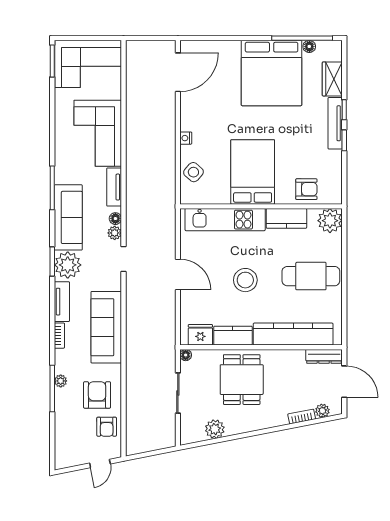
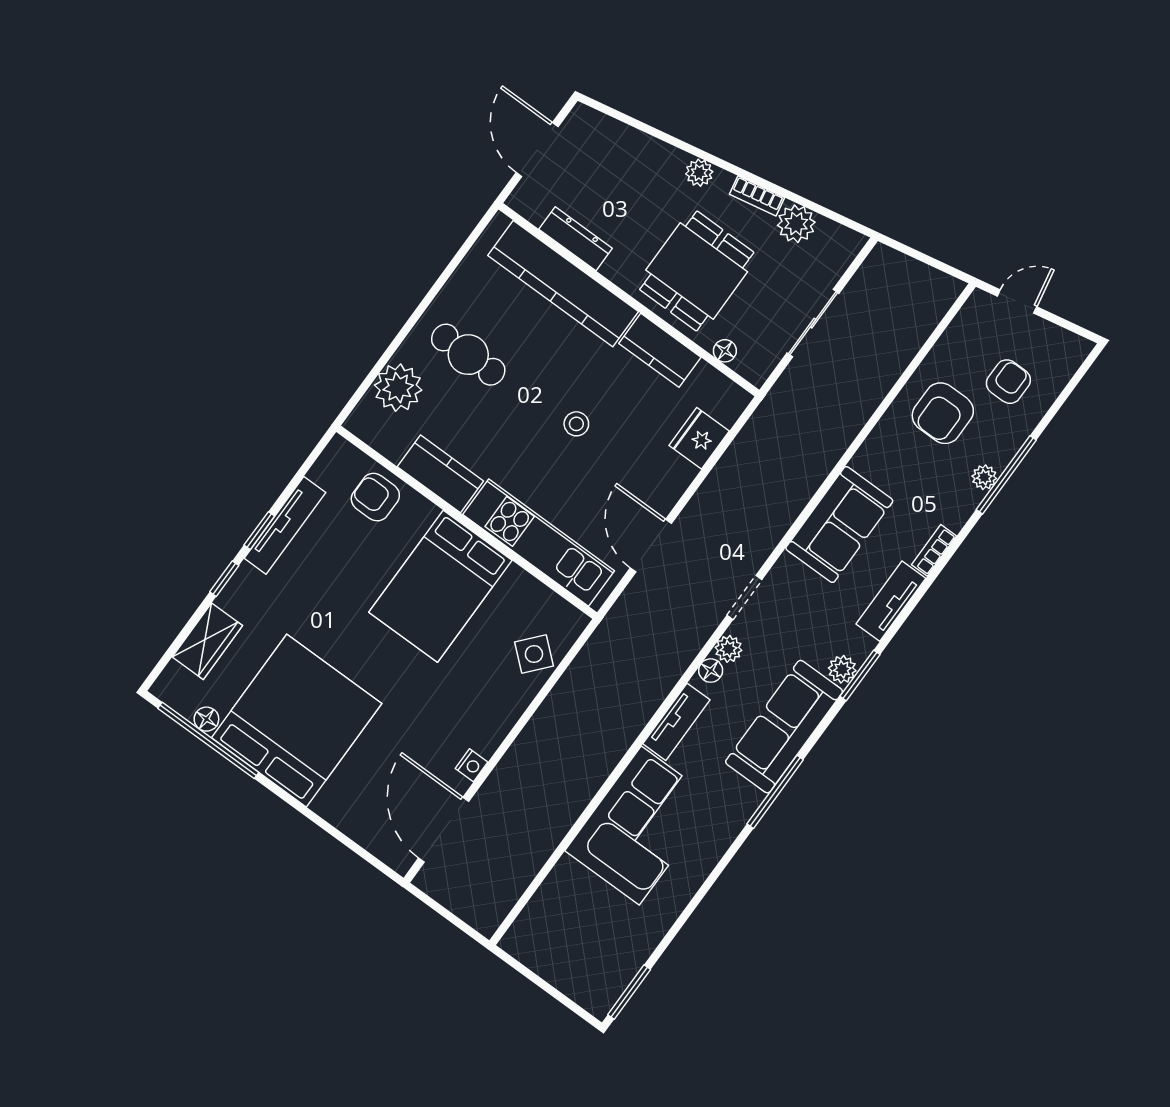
corner sofa: (88, 64) -> (576, 946), removed
door: (178, 72) -> (444, 830), hinge flipped
tv unit: (335, 123) -> (285, 525), moved
nightstand: (186, 138) -> (471, 765), moved
plant: (330, 221) -> (398, 388), moved
plant: (68, 265) -> (842, 669), width x0.53, depth x0.53
door: (178, 275) -> (651, 546), moved
cafe table: (311, 276) -> (468, 355), width x0.73, depth x0.74
stool: (245, 280) -> (576, 424), width x0.53, depth x0.53
sofa: (106, 327) -> (839, 525), width x0.73
fridge: (200, 335) -> (699, 438), moved, turned 90
floor lamp: (186, 355) -> (725, 351), moved
dresser: (324, 356) -> (576, 239), moved
plant: (322, 411) -> (699, 173), moved
bookcase: (302, 417) -> (757, 196), moved
armchair: (107, 427) -> (1008, 382), moved

